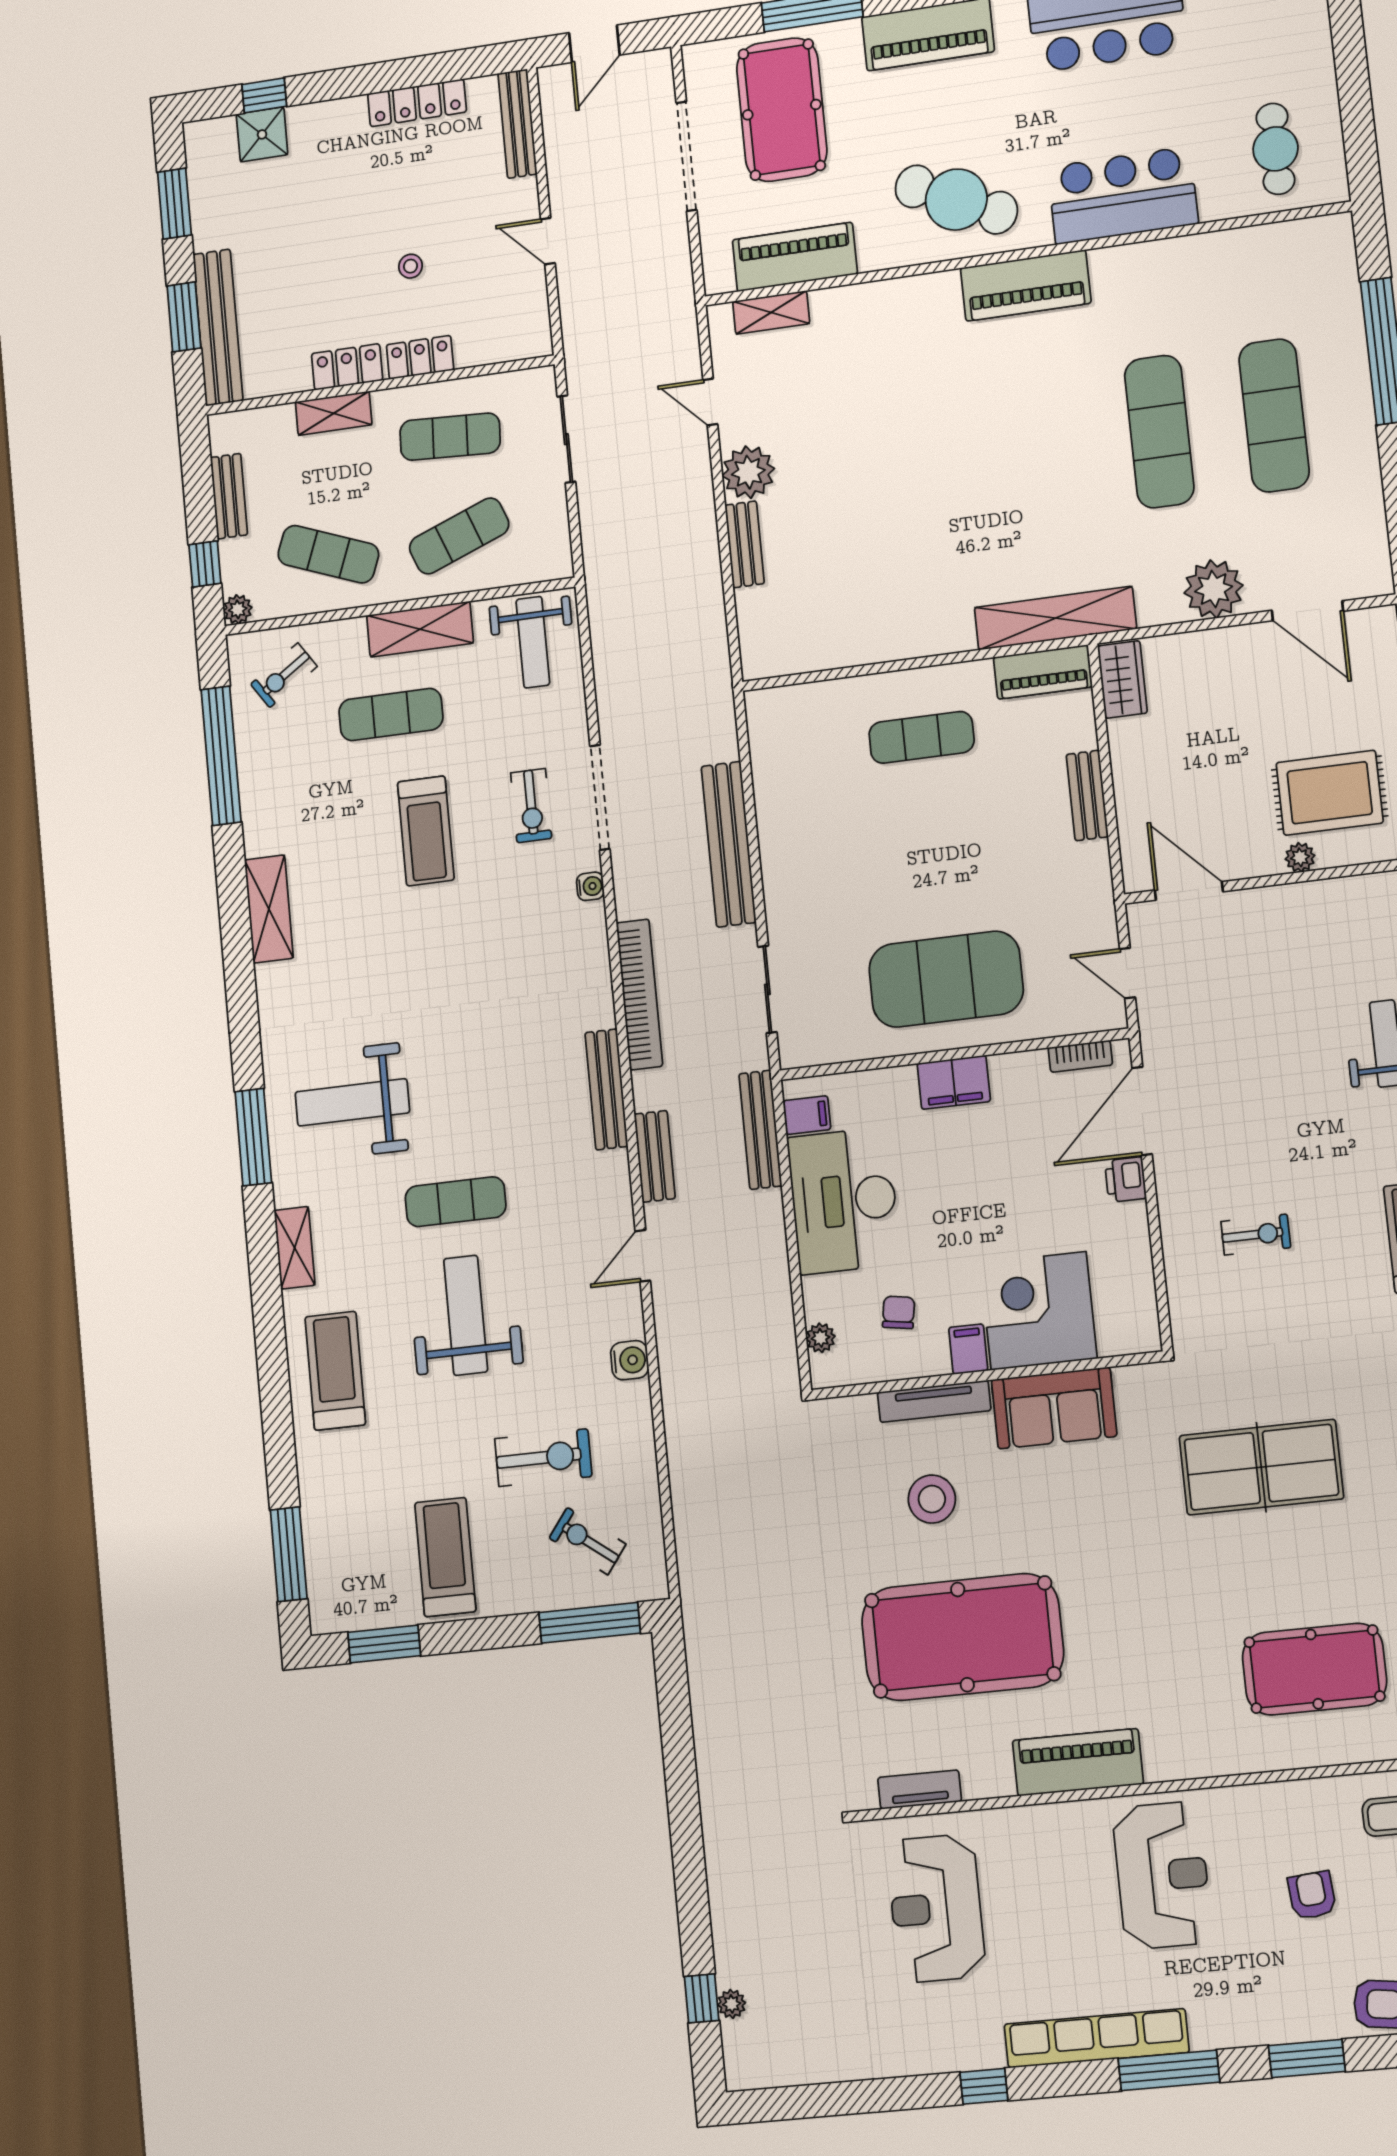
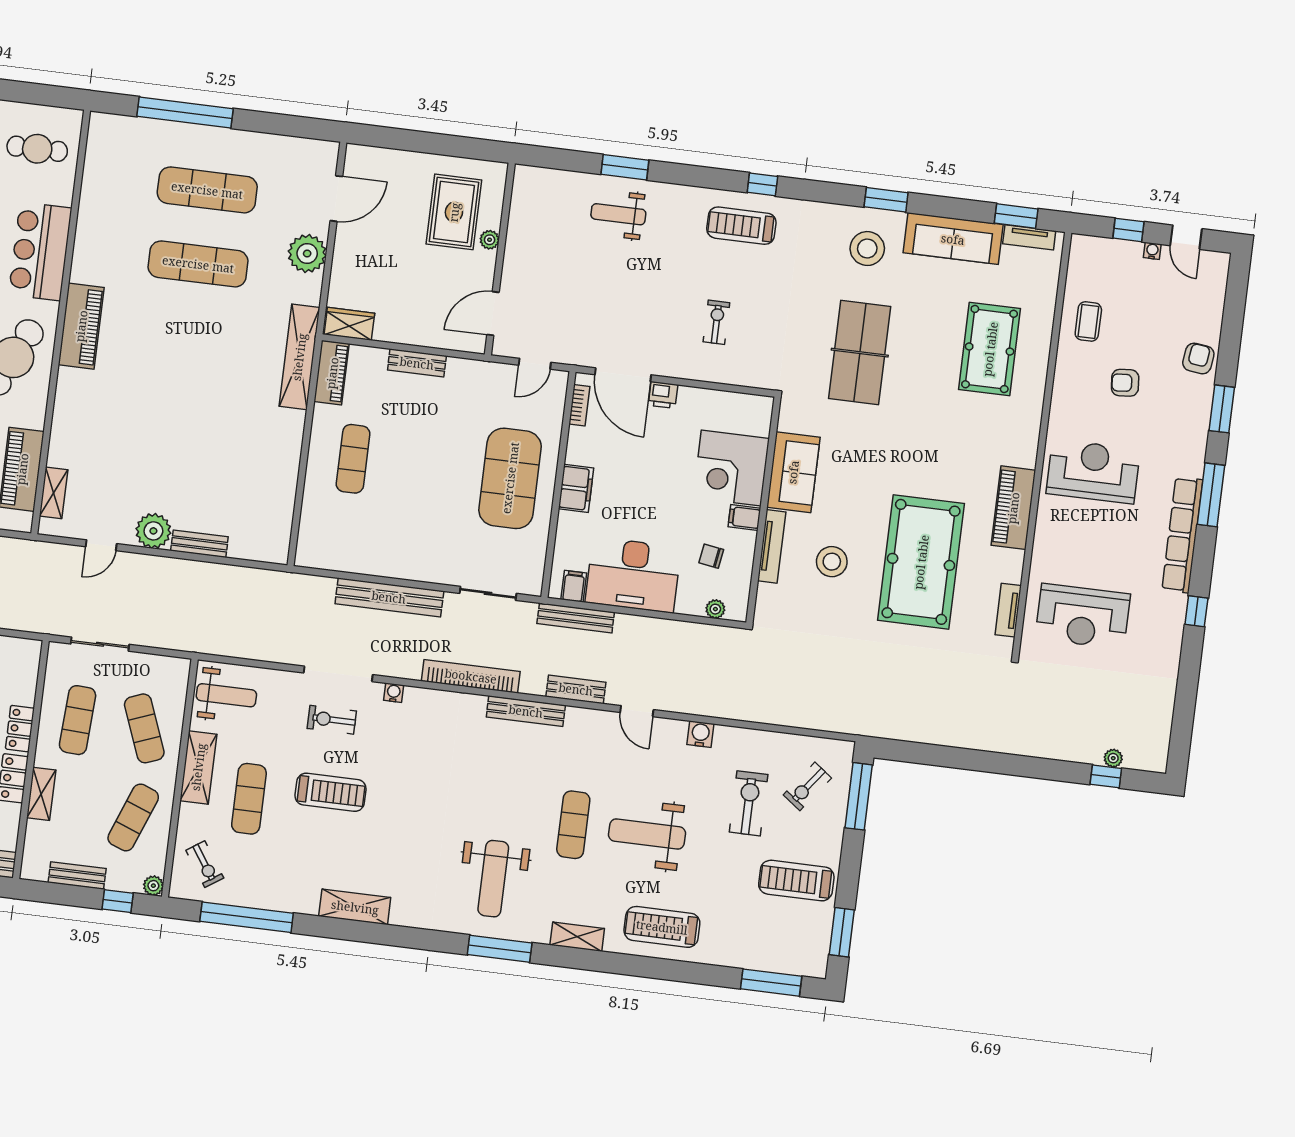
exercise bike: (531, 806) -> (332, 720), turned 180

